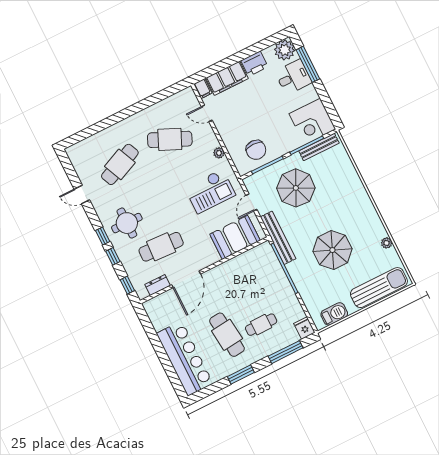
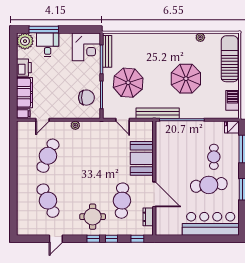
checkout: (210, 191) -> (100, 145), removed
booth: (235, 237) -> (142, 158), moved

